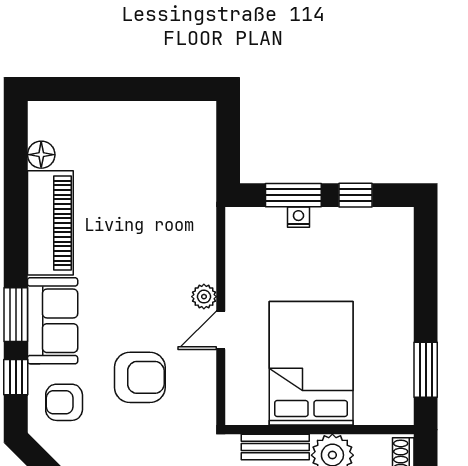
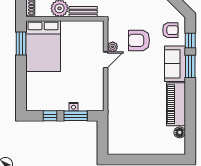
plant: (204, 297) -> (113, 47), moved
bed: (311, 363) -> (43, 46), moved

